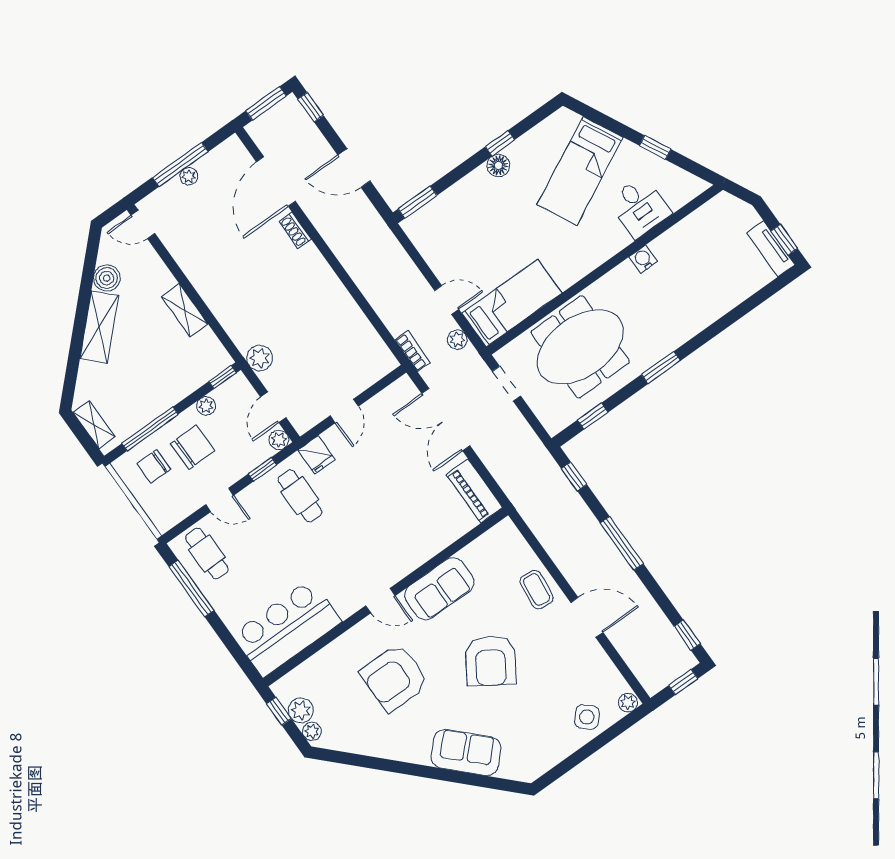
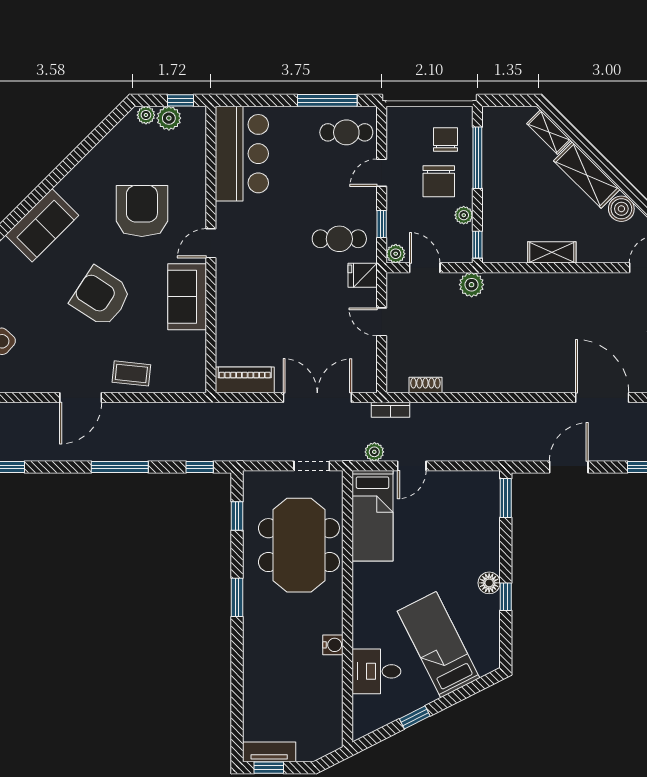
shoe rack: (295, 230) -> (425, 385), moved
shelving: (94, 425) -> (549, 132), moved, turned 45

